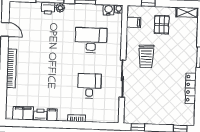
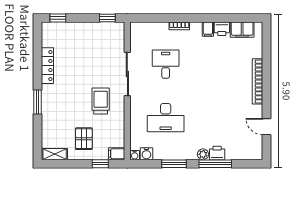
filing cabinet: (134, 22) -> (117, 154), moved
desk: (89, 86) -> (166, 64), turned 180

